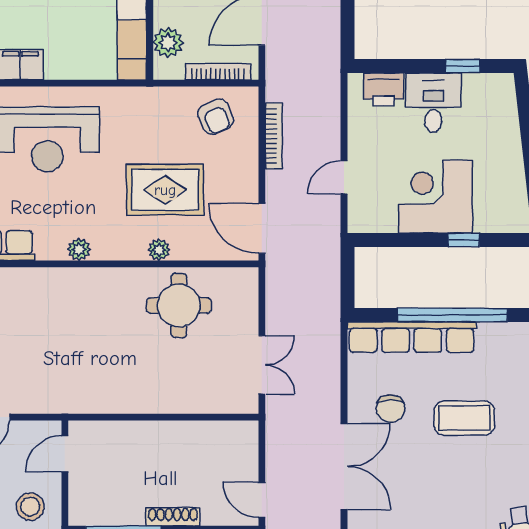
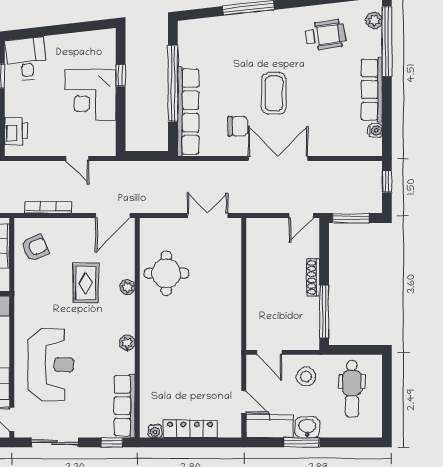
desk: (433, 103) -> (26, 59), moved, turned 83
rug: (165, 190) -> (86, 283), width x0.73, depth x0.70
coffee table: (464, 418) -> (274, 93), moved

